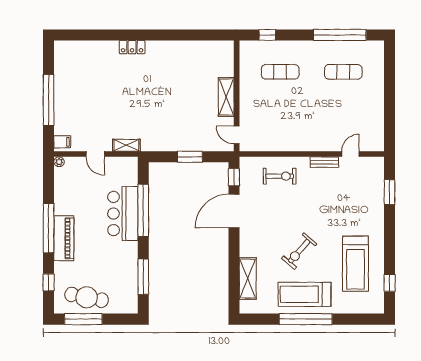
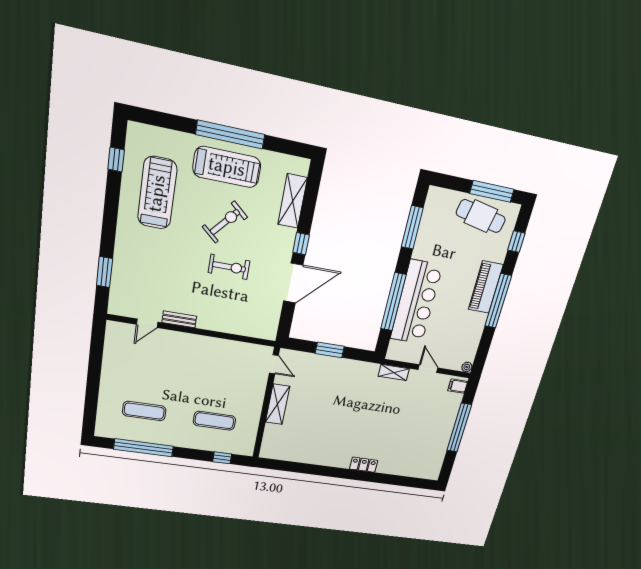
exercise bike: (280, 176) -> (229, 267), moved, turned 180
window: (234, 177) -> (301, 244), moved
bar counter: (123, 214) -> (416, 302), width x1.36

